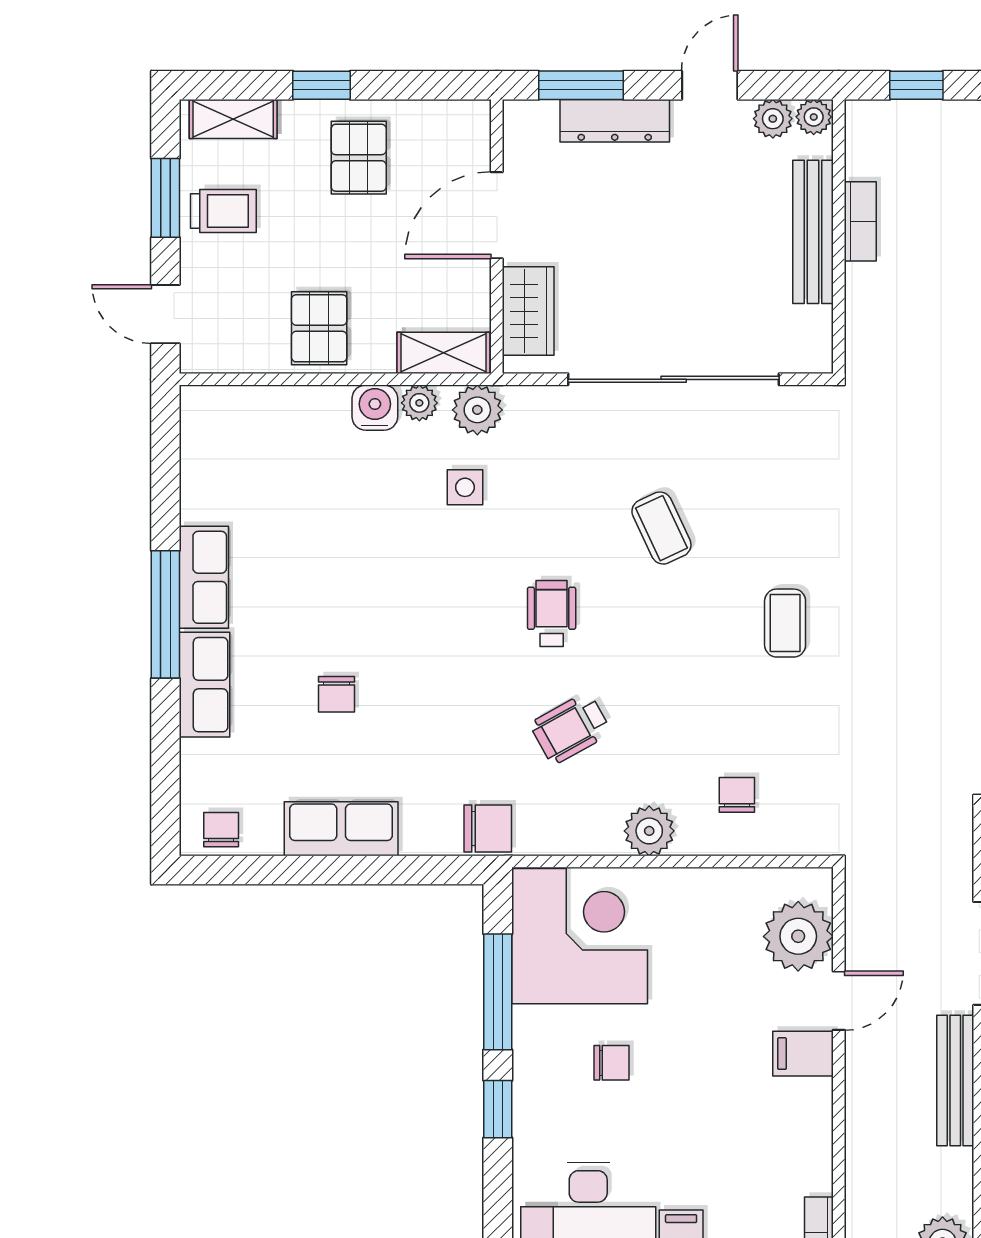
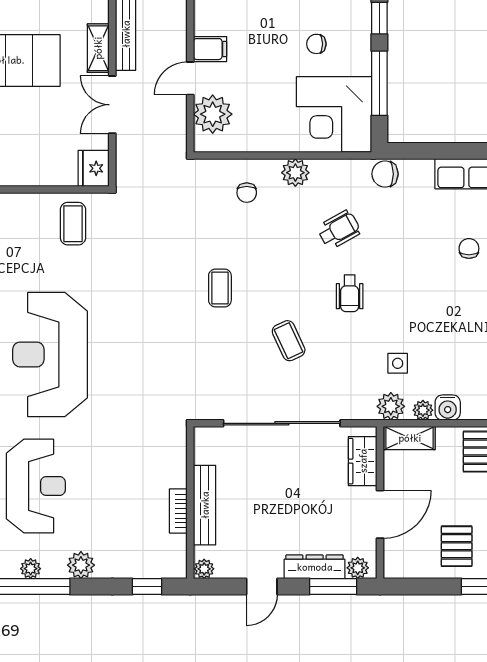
plant: (773, 119) -> (358, 568), moved

